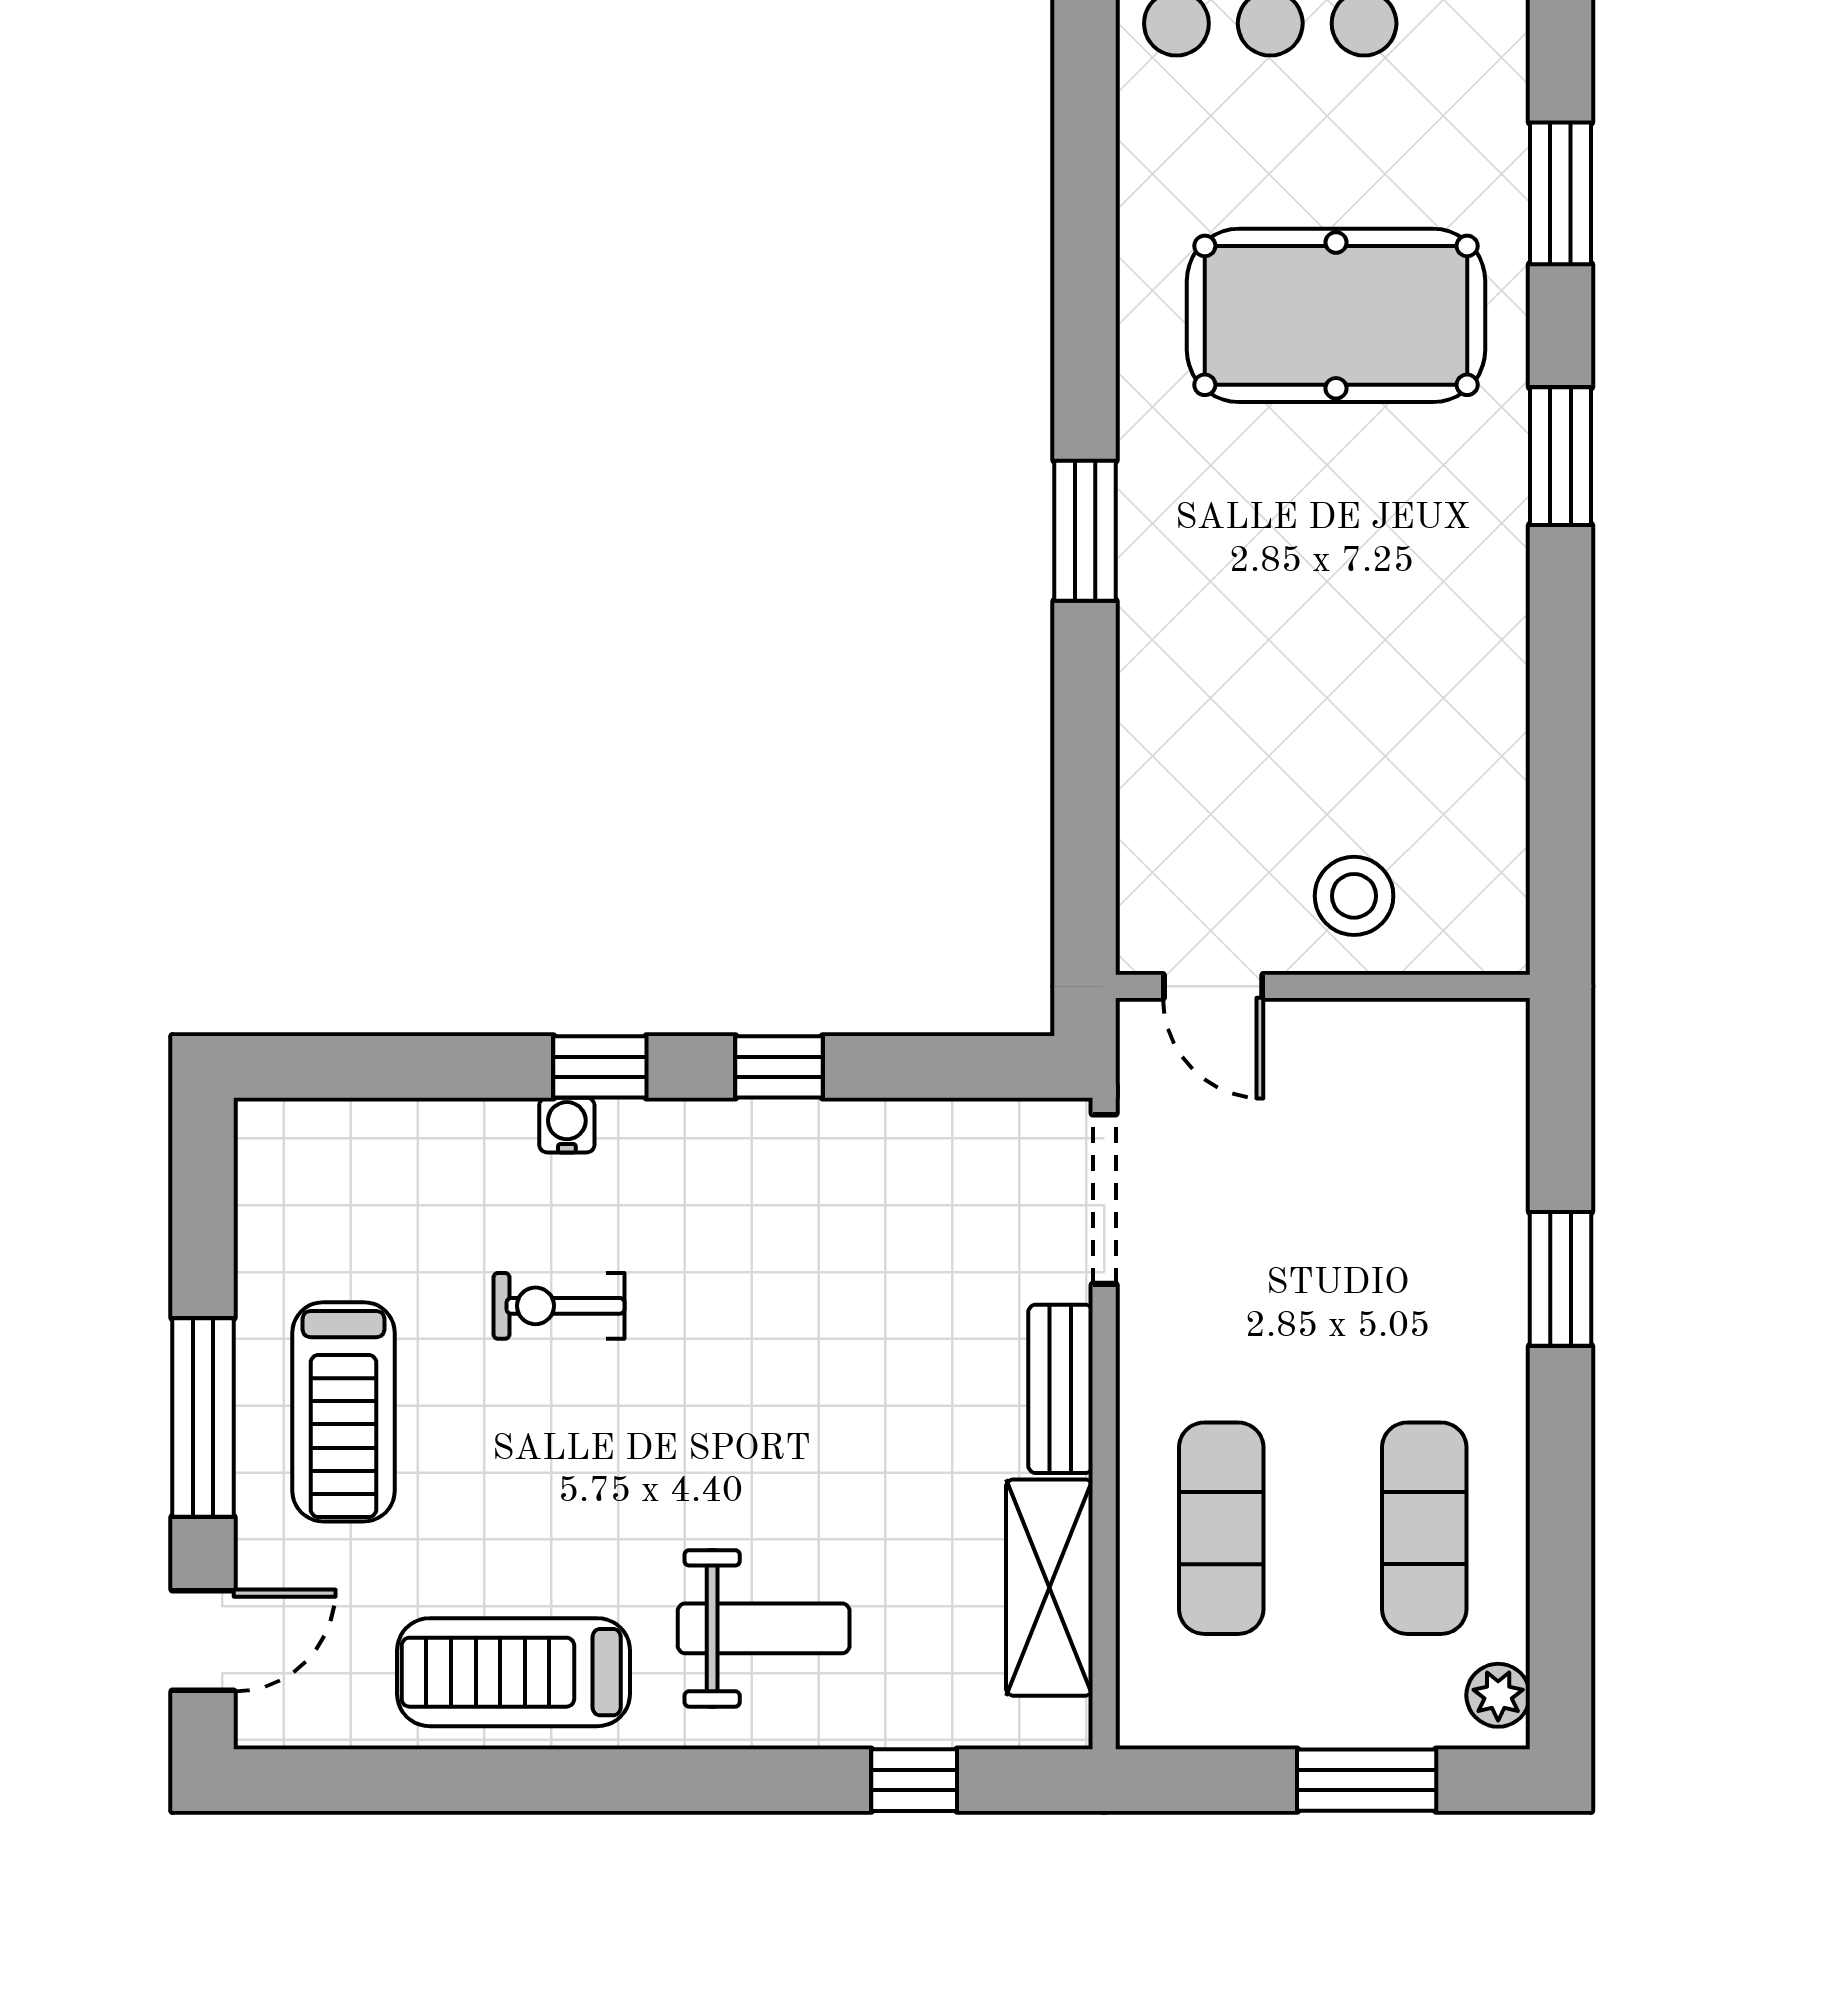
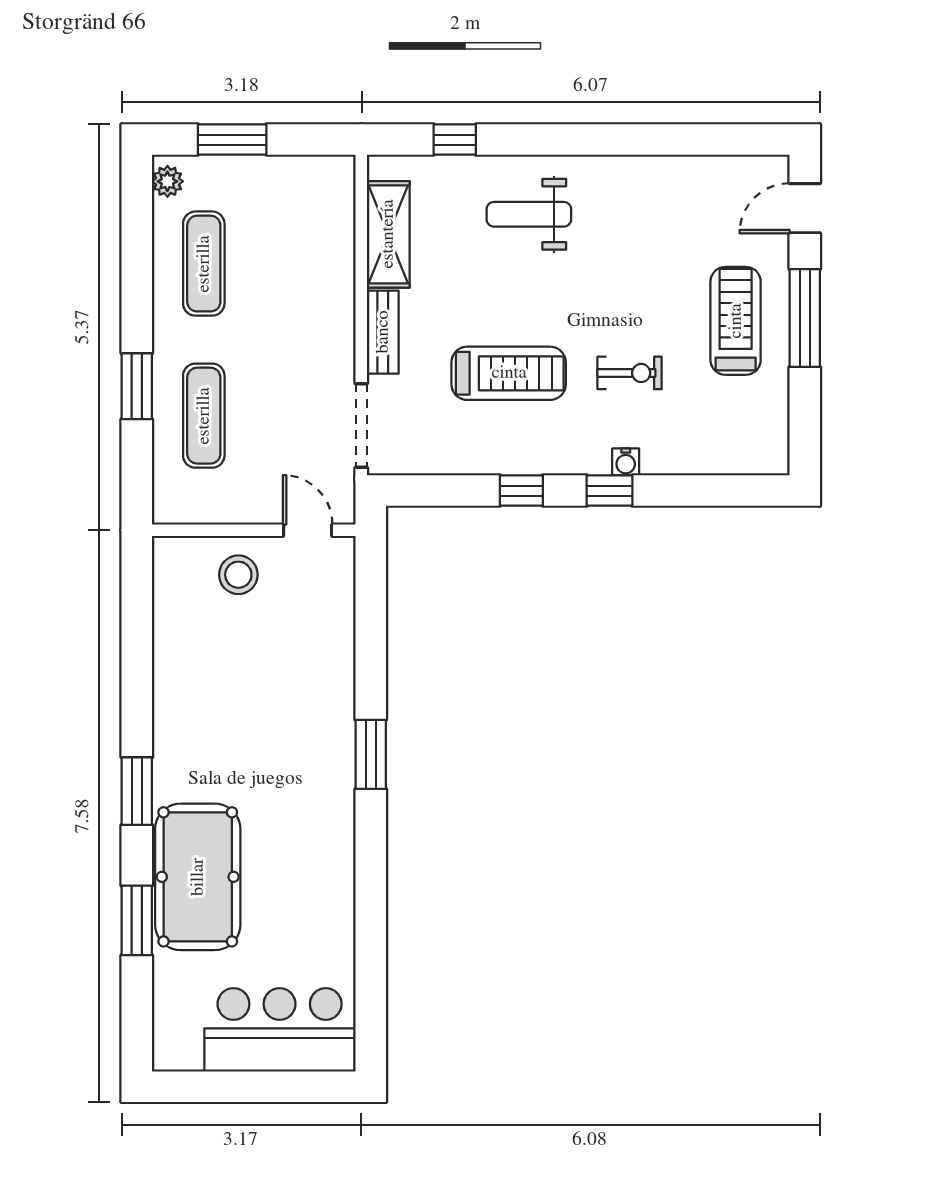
pool table: (1336, 315) -> (198, 877), moved, turned 90
exercise mat: (1221, 1528) -> (204, 416), moved
treadmill: (514, 1672) -> (509, 373), moved

